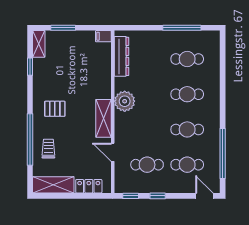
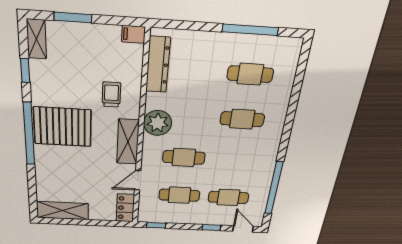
pallet: (55, 109) -> (63, 127), width x2.05, depth x2.00
cafe table: (187, 129) -> (184, 157), moved
window: (30, 140) -> (29, 134), moved
trolley: (48, 149) -> (111, 95), moved
door: (113, 152) -> (138, 180), hinge flipped
locker: (89, 186) -> (125, 208), moved, turned -90
window: (158, 196) -> (211, 228), moved

